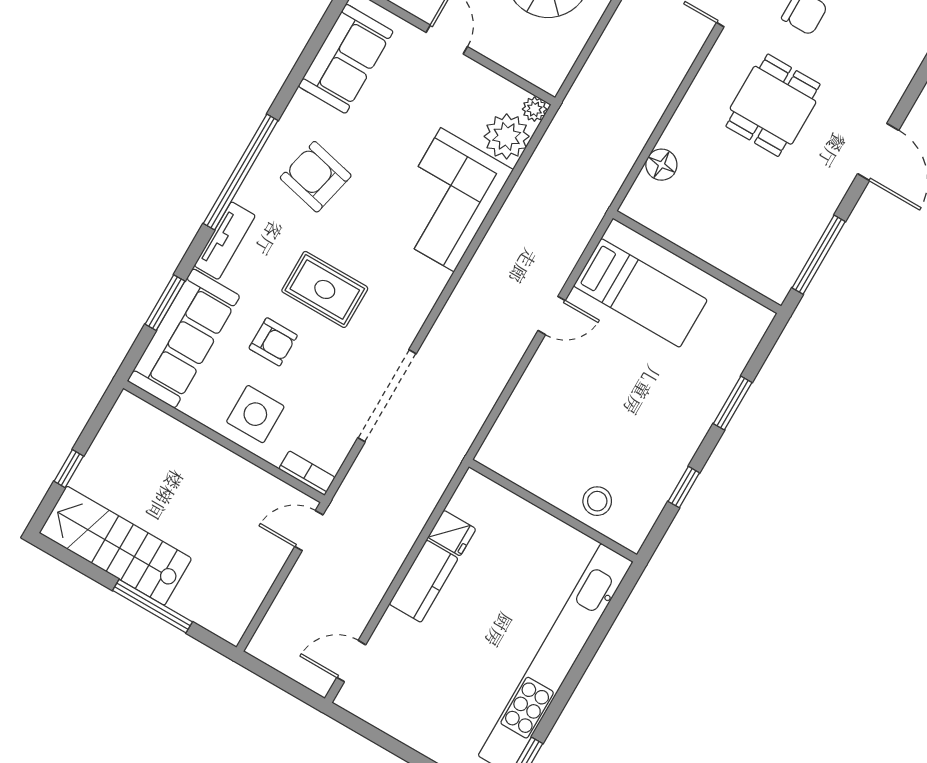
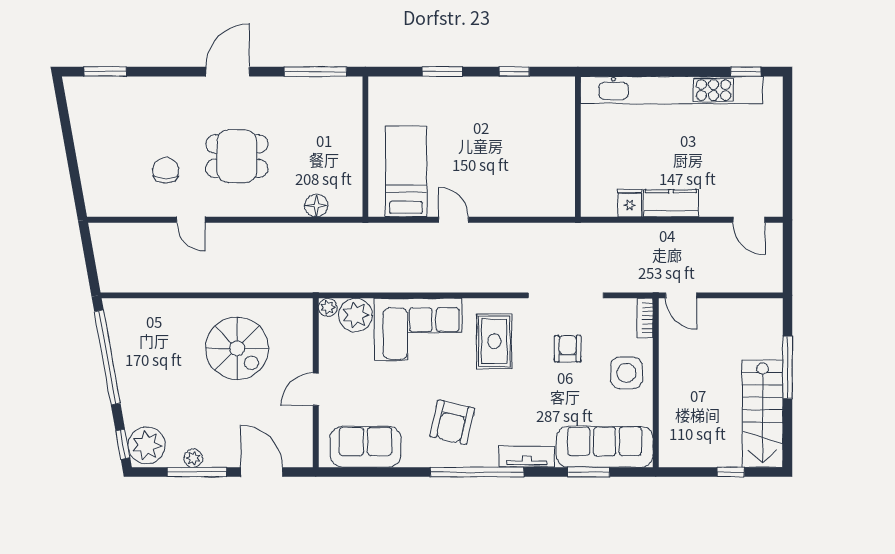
rug: (325, 289) -> (494, 341), moved
armchair: (273, 342) -> (568, 349), moved
stool: (597, 501) -> (555, 122), removed

